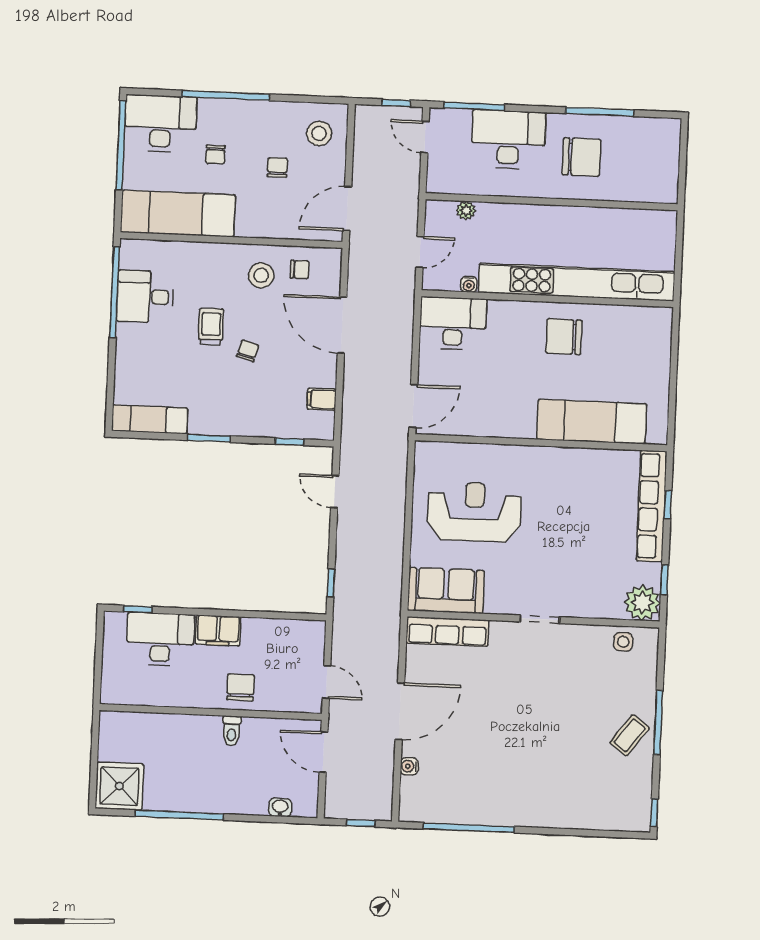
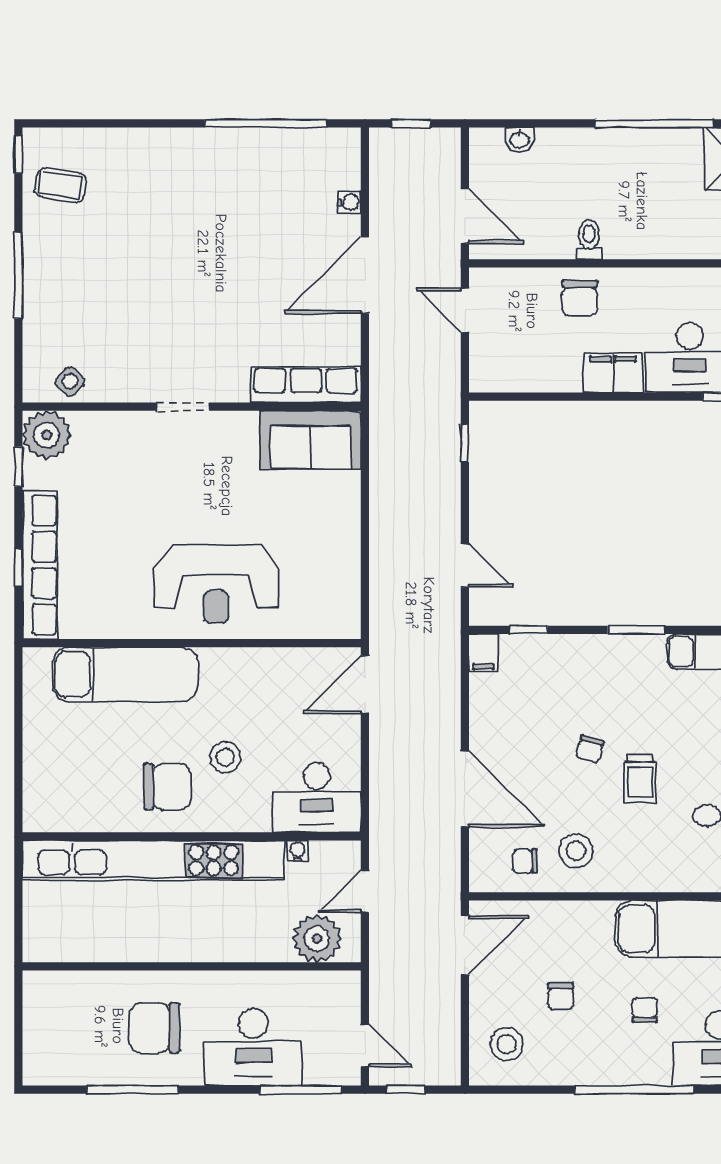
plant: (466, 210) -> (317, 938), width x1.88, depth x1.88
stool: (520, 357) -> (225, 757), added
filing cabinet: (322, 399) -> (483, 653), moved, turned 90
reception desk: (474, 512) -> (216, 584), moved
side table: (623, 642) -> (70, 382), turned 45
coffee table: (630, 735) -> (60, 185), moved, turned 62

